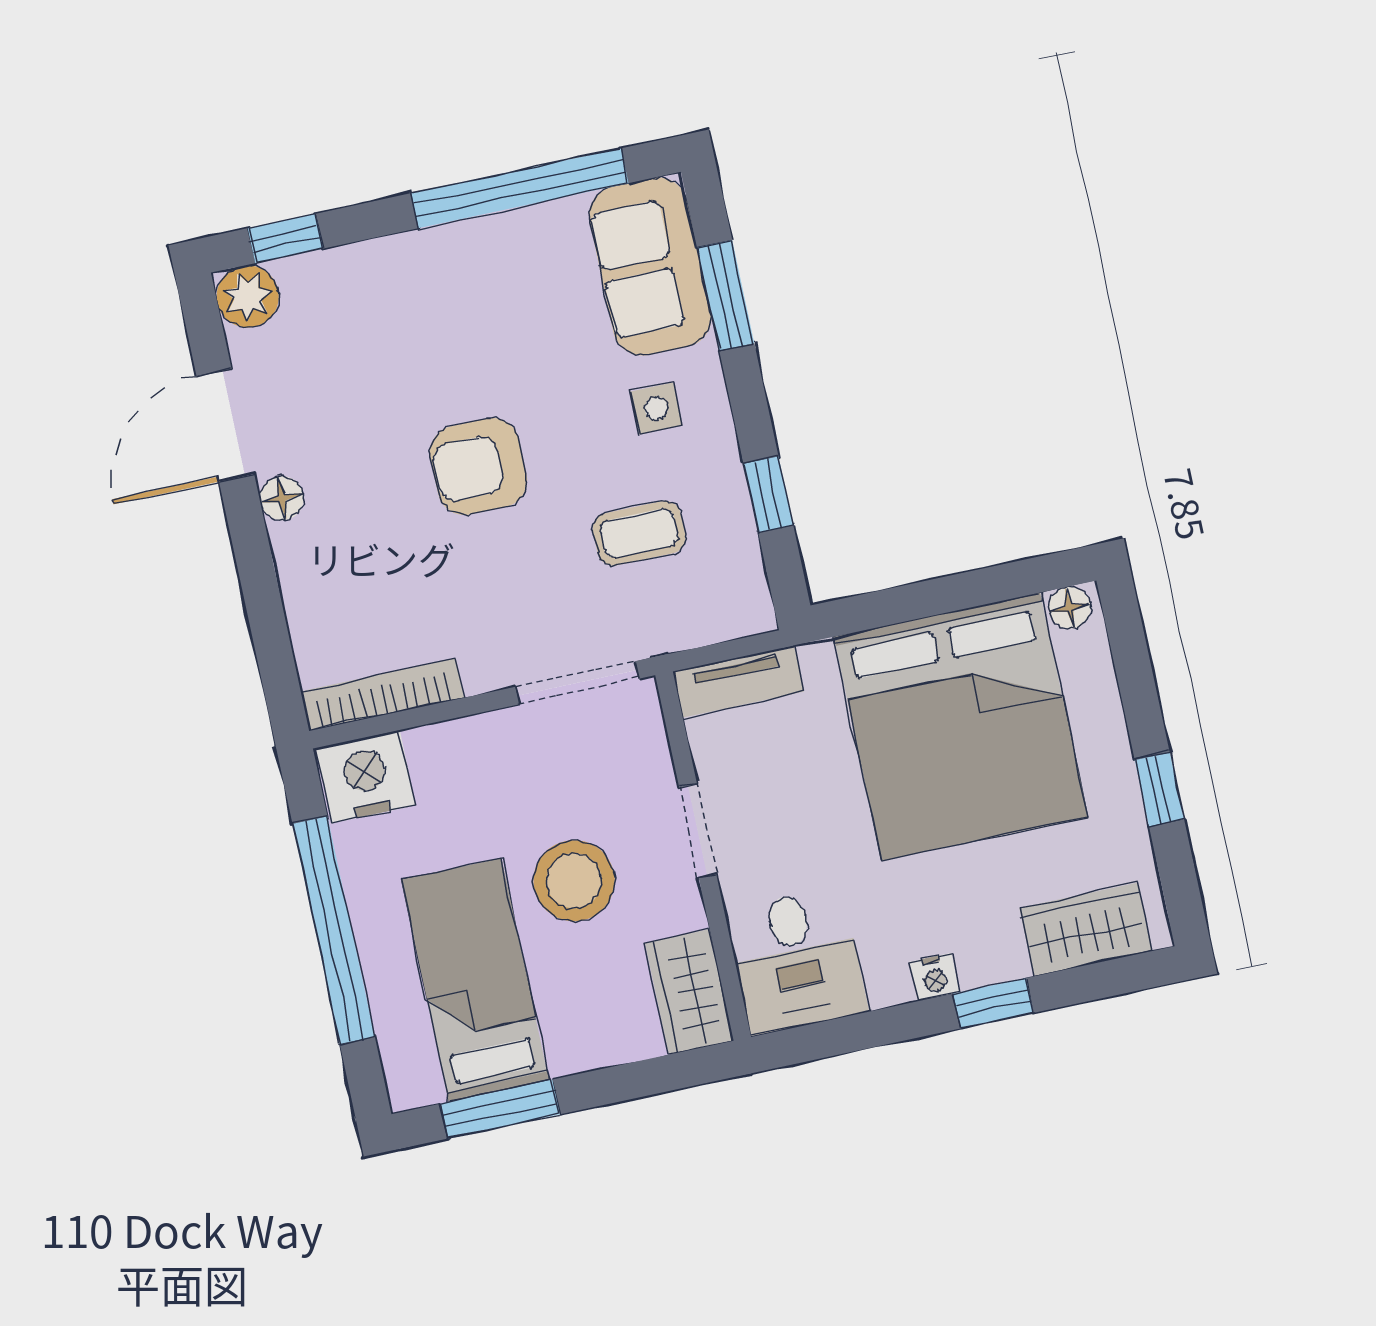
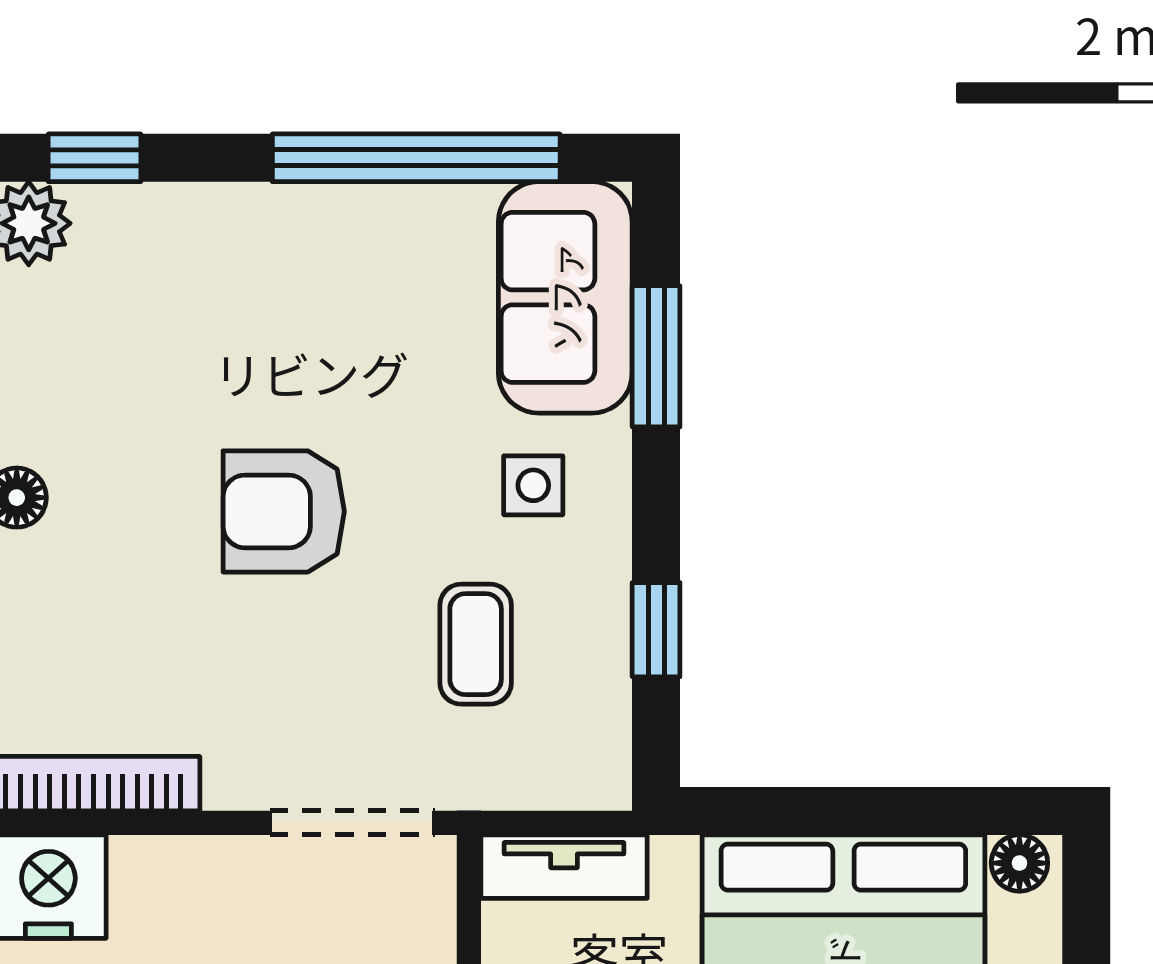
coffee table: (639, 533) -> (476, 644), turned 90

